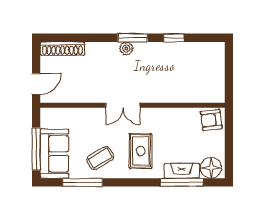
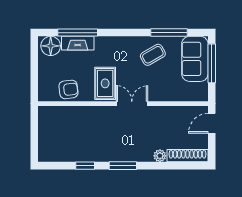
plant: (126, 49) -> (160, 156), moved
armchair: (211, 120) -> (68, 89), moved
rug: (141, 151) -> (105, 83), moved

